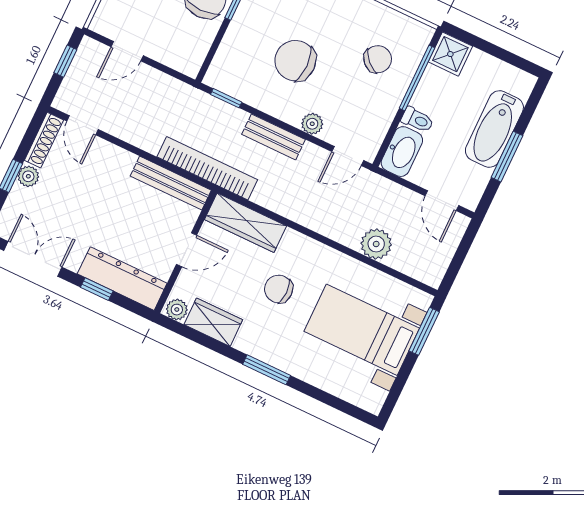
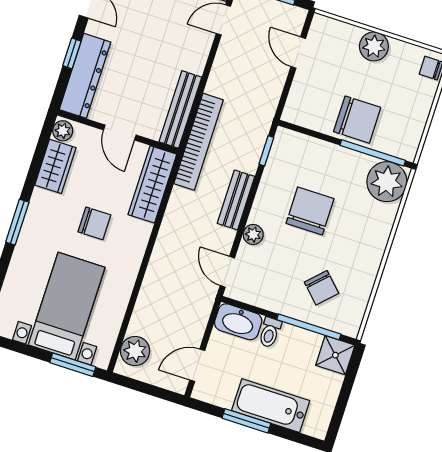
plant: (376, 244) -> (135, 351), moved
chair: (279, 289) -> (94, 223), turned 90

